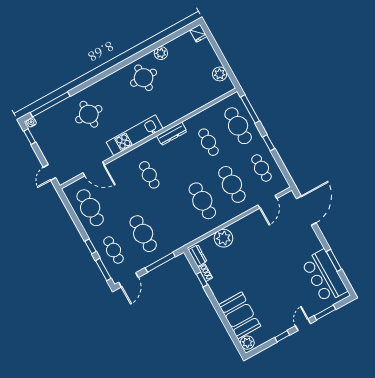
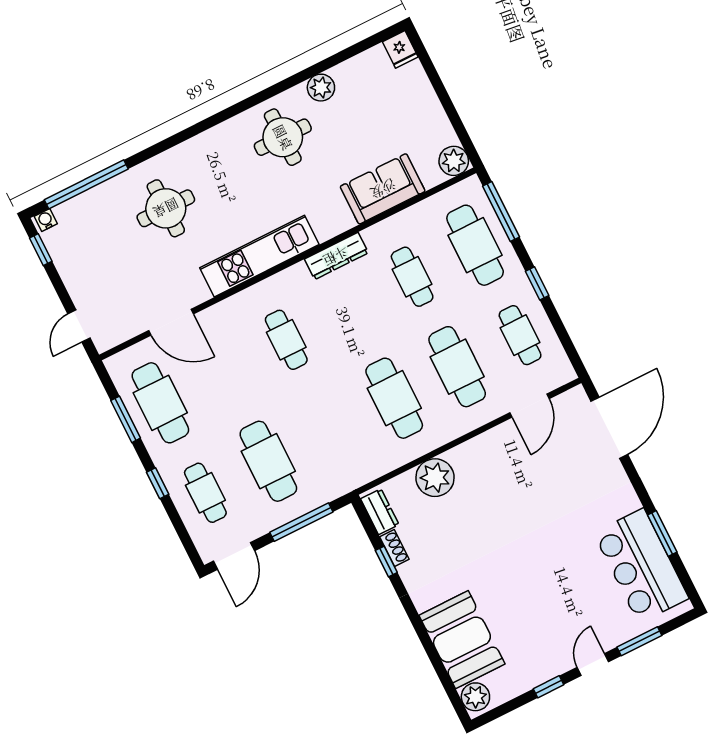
plant: (220, 74) -> (454, 161), moved
sofa: (193, 101) -> (383, 189), added
window: (103, 269) -> (126, 419), moved

